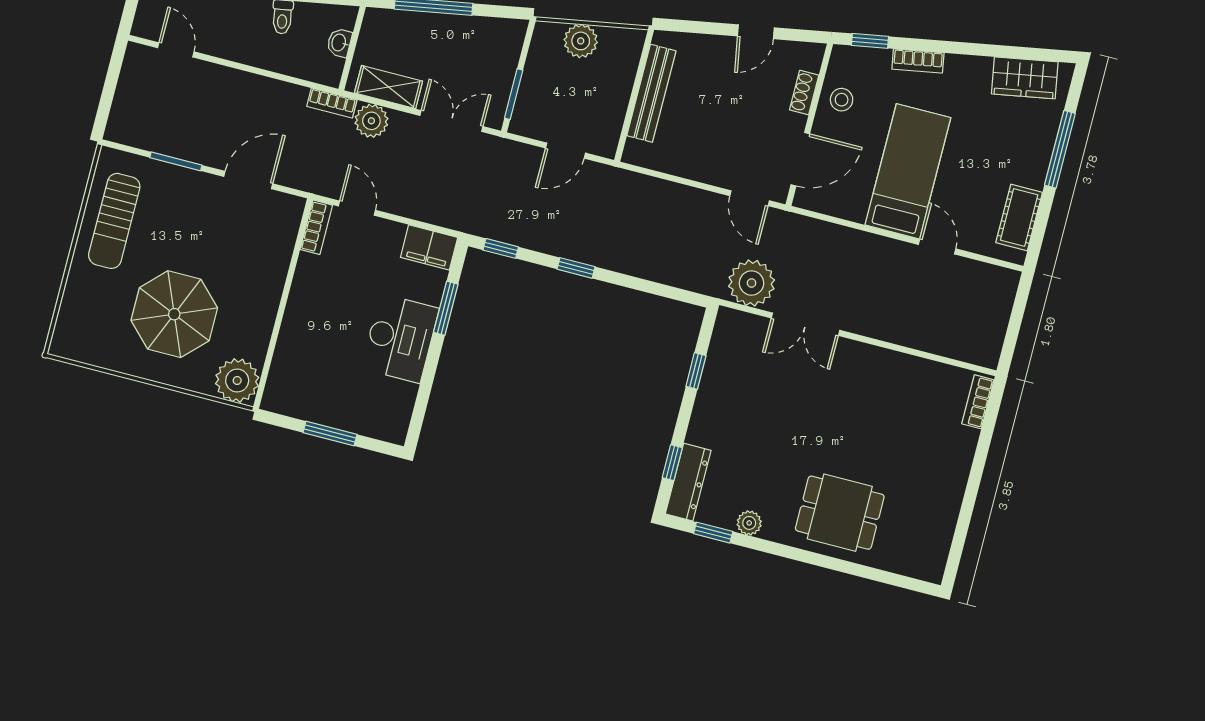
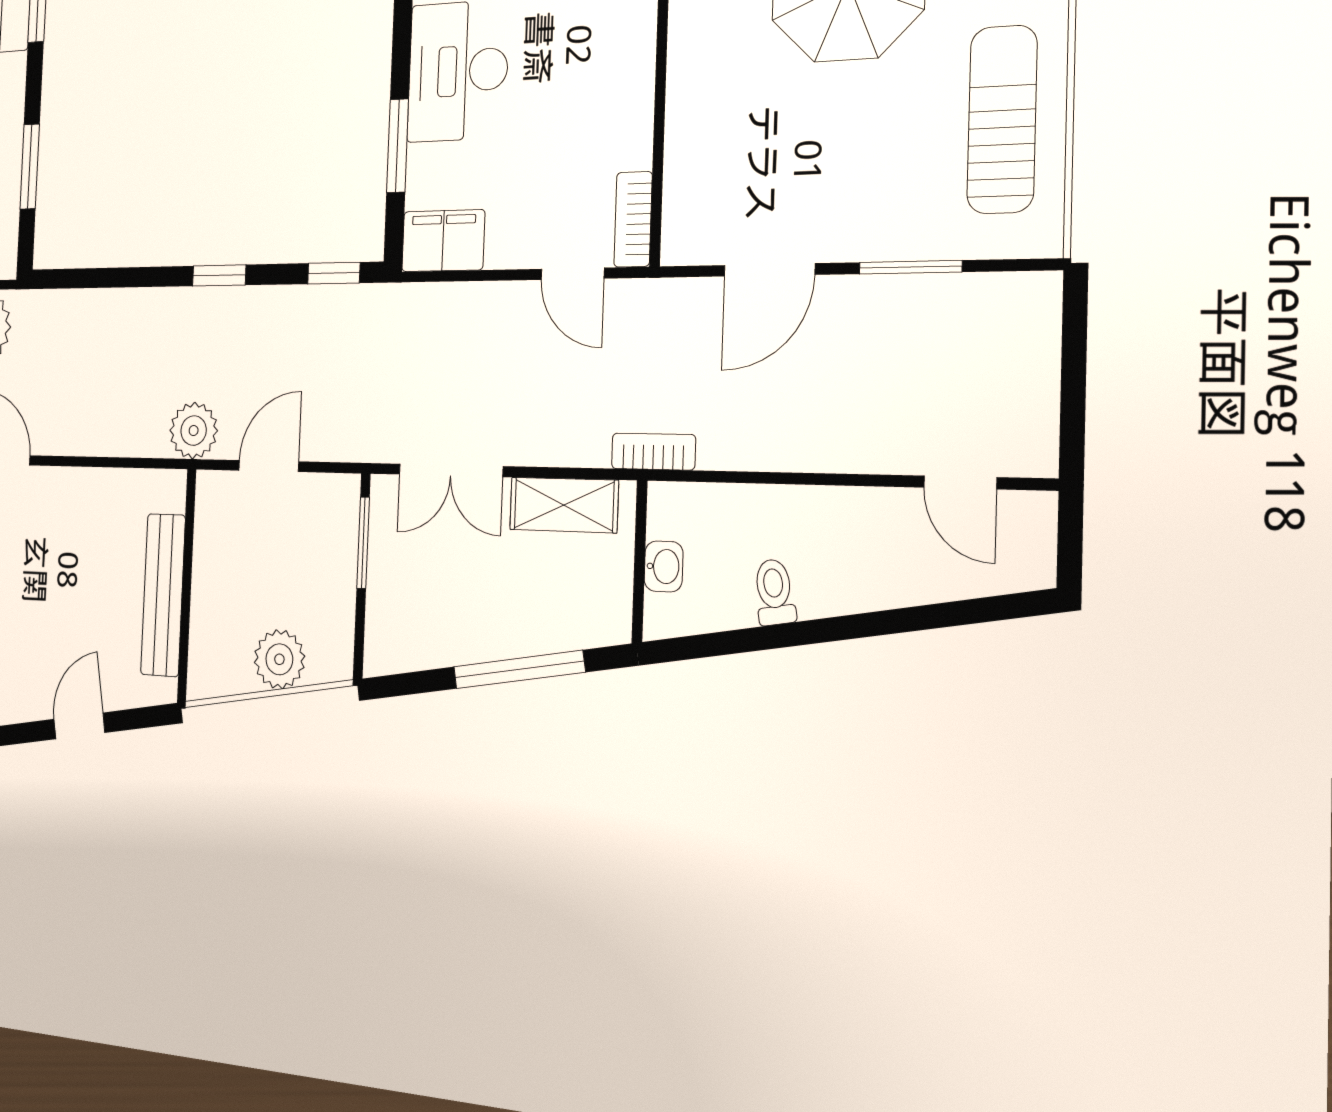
door: (756, 32) -> (79, 726), moved
plant: (371, 121) -> (194, 431), moved
window: (696, 371) -> (30, 167), width x1.50

